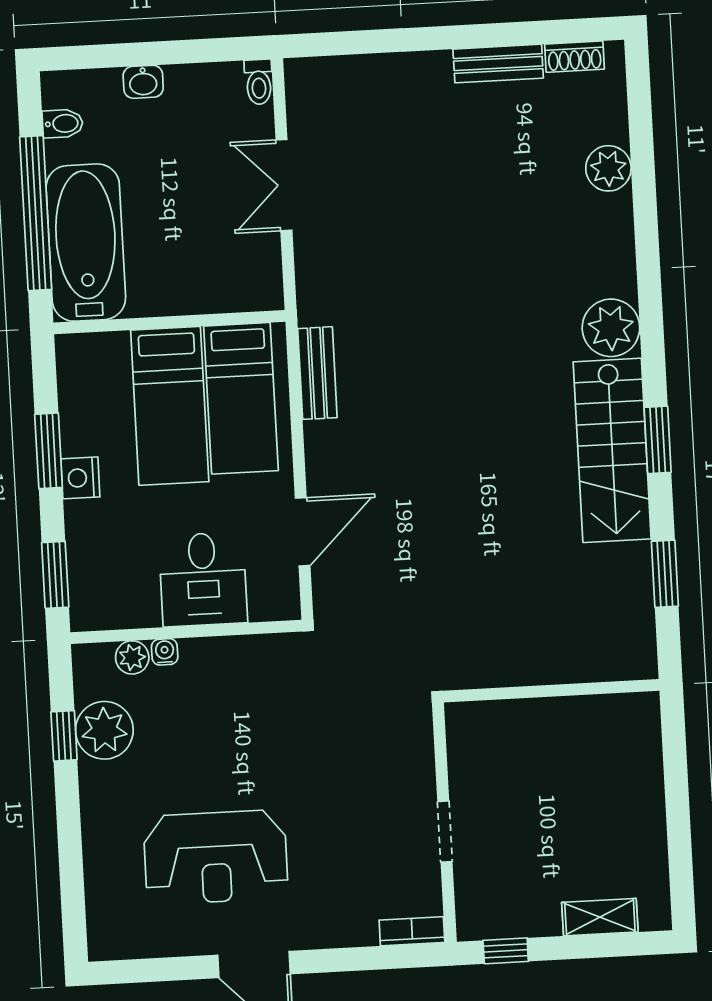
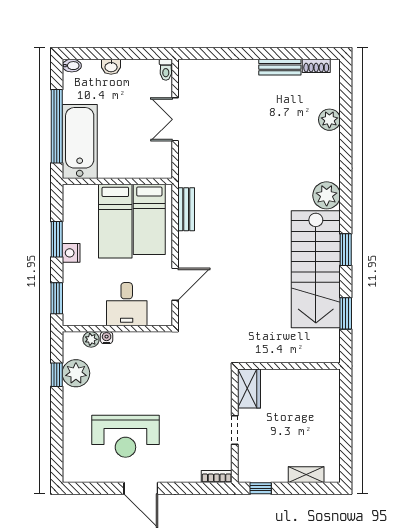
bidet: (63, 124) -> (72, 66), moved
stairs: (612, 450) -> (316, 269), width x1.36, depth x1.51
wardrobe: (470, 743) -> (249, 388), added

